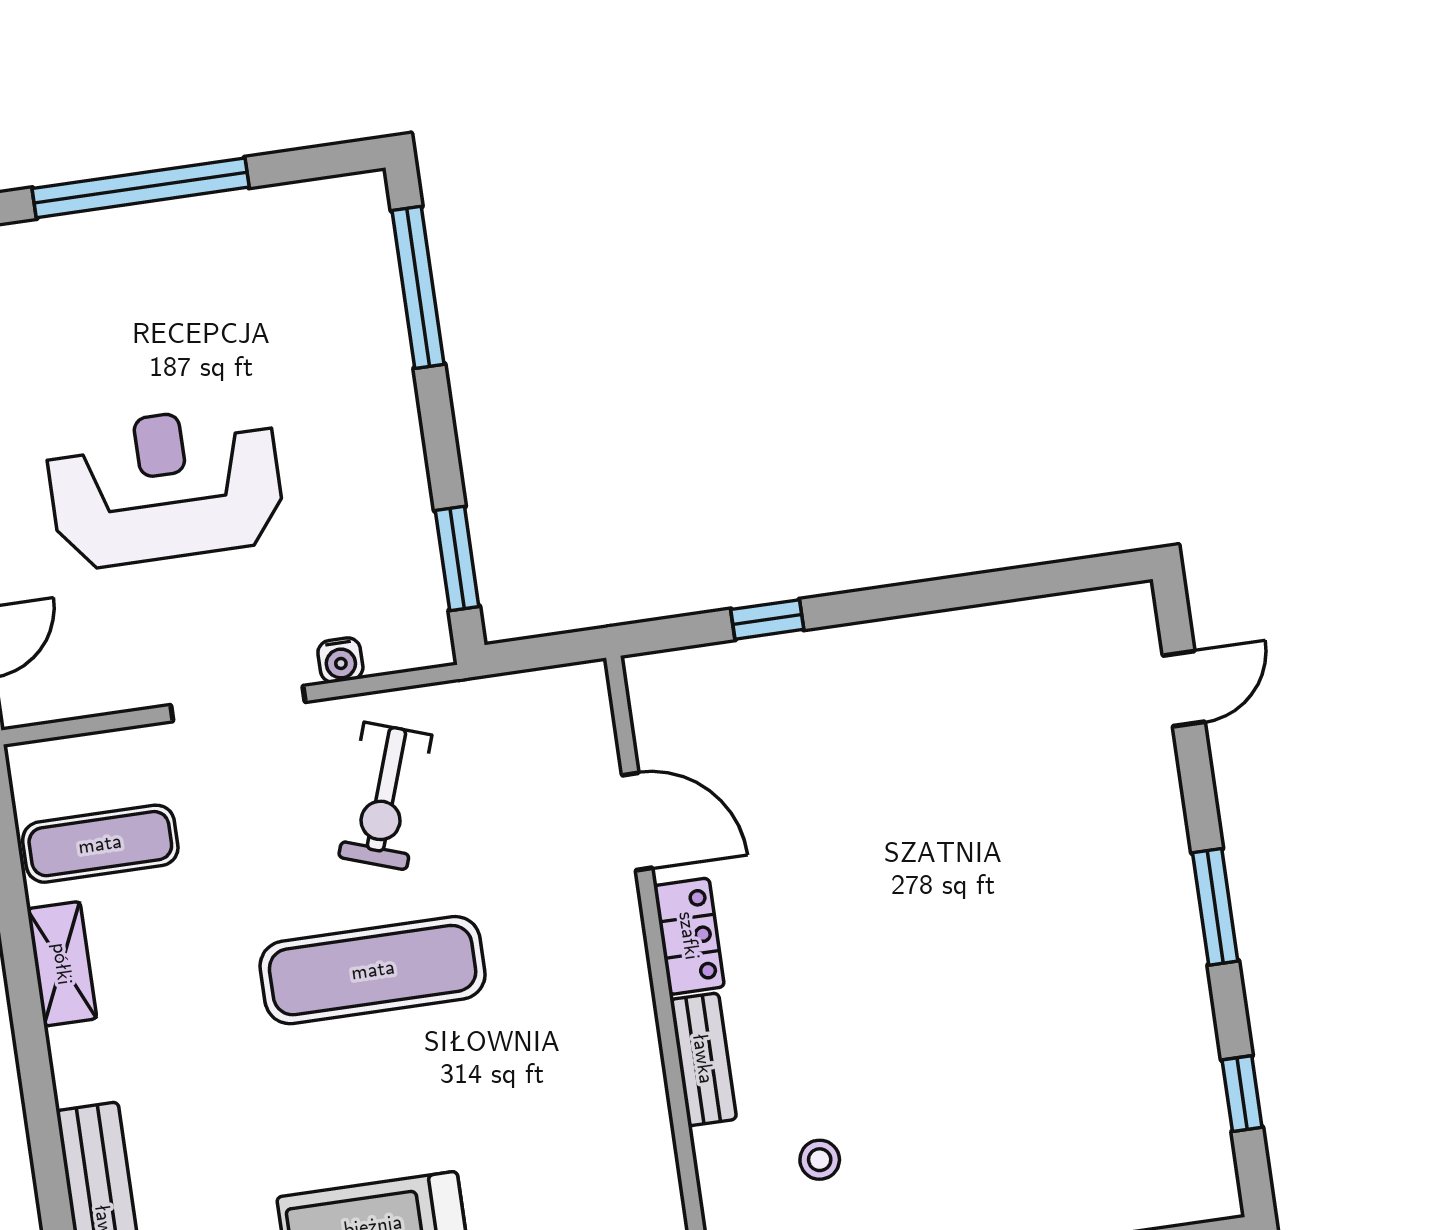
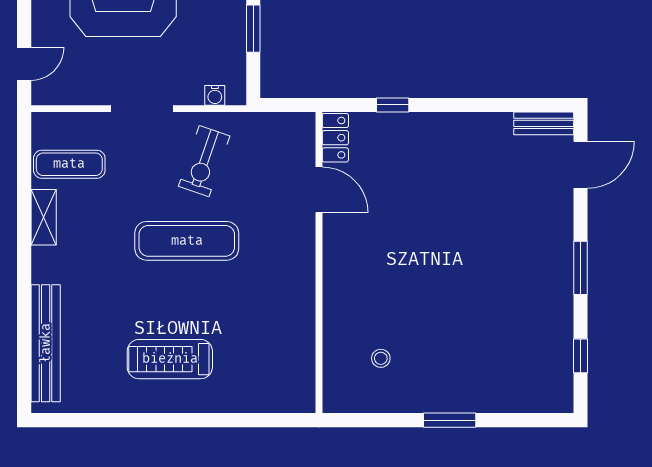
window: (457, 558) -> (253, 29), moved
water cooler: (340, 660) -> (215, 95), moved
door: (1184, 689) -> (581, 165), width x1.38
locker: (689, 936) -> (335, 138), moved
bench: (703, 1059) -> (544, 123), moved, turned 90

